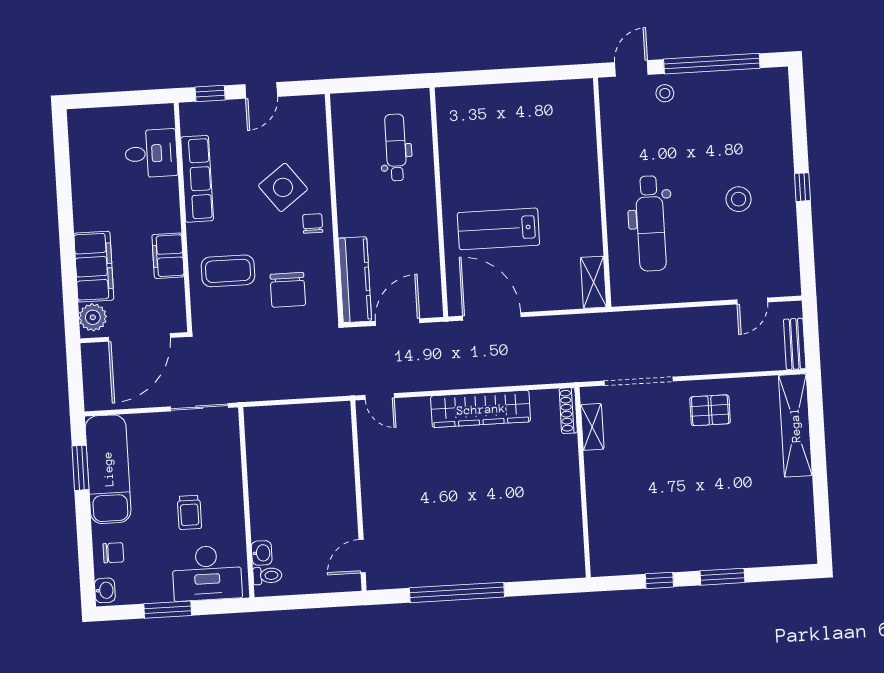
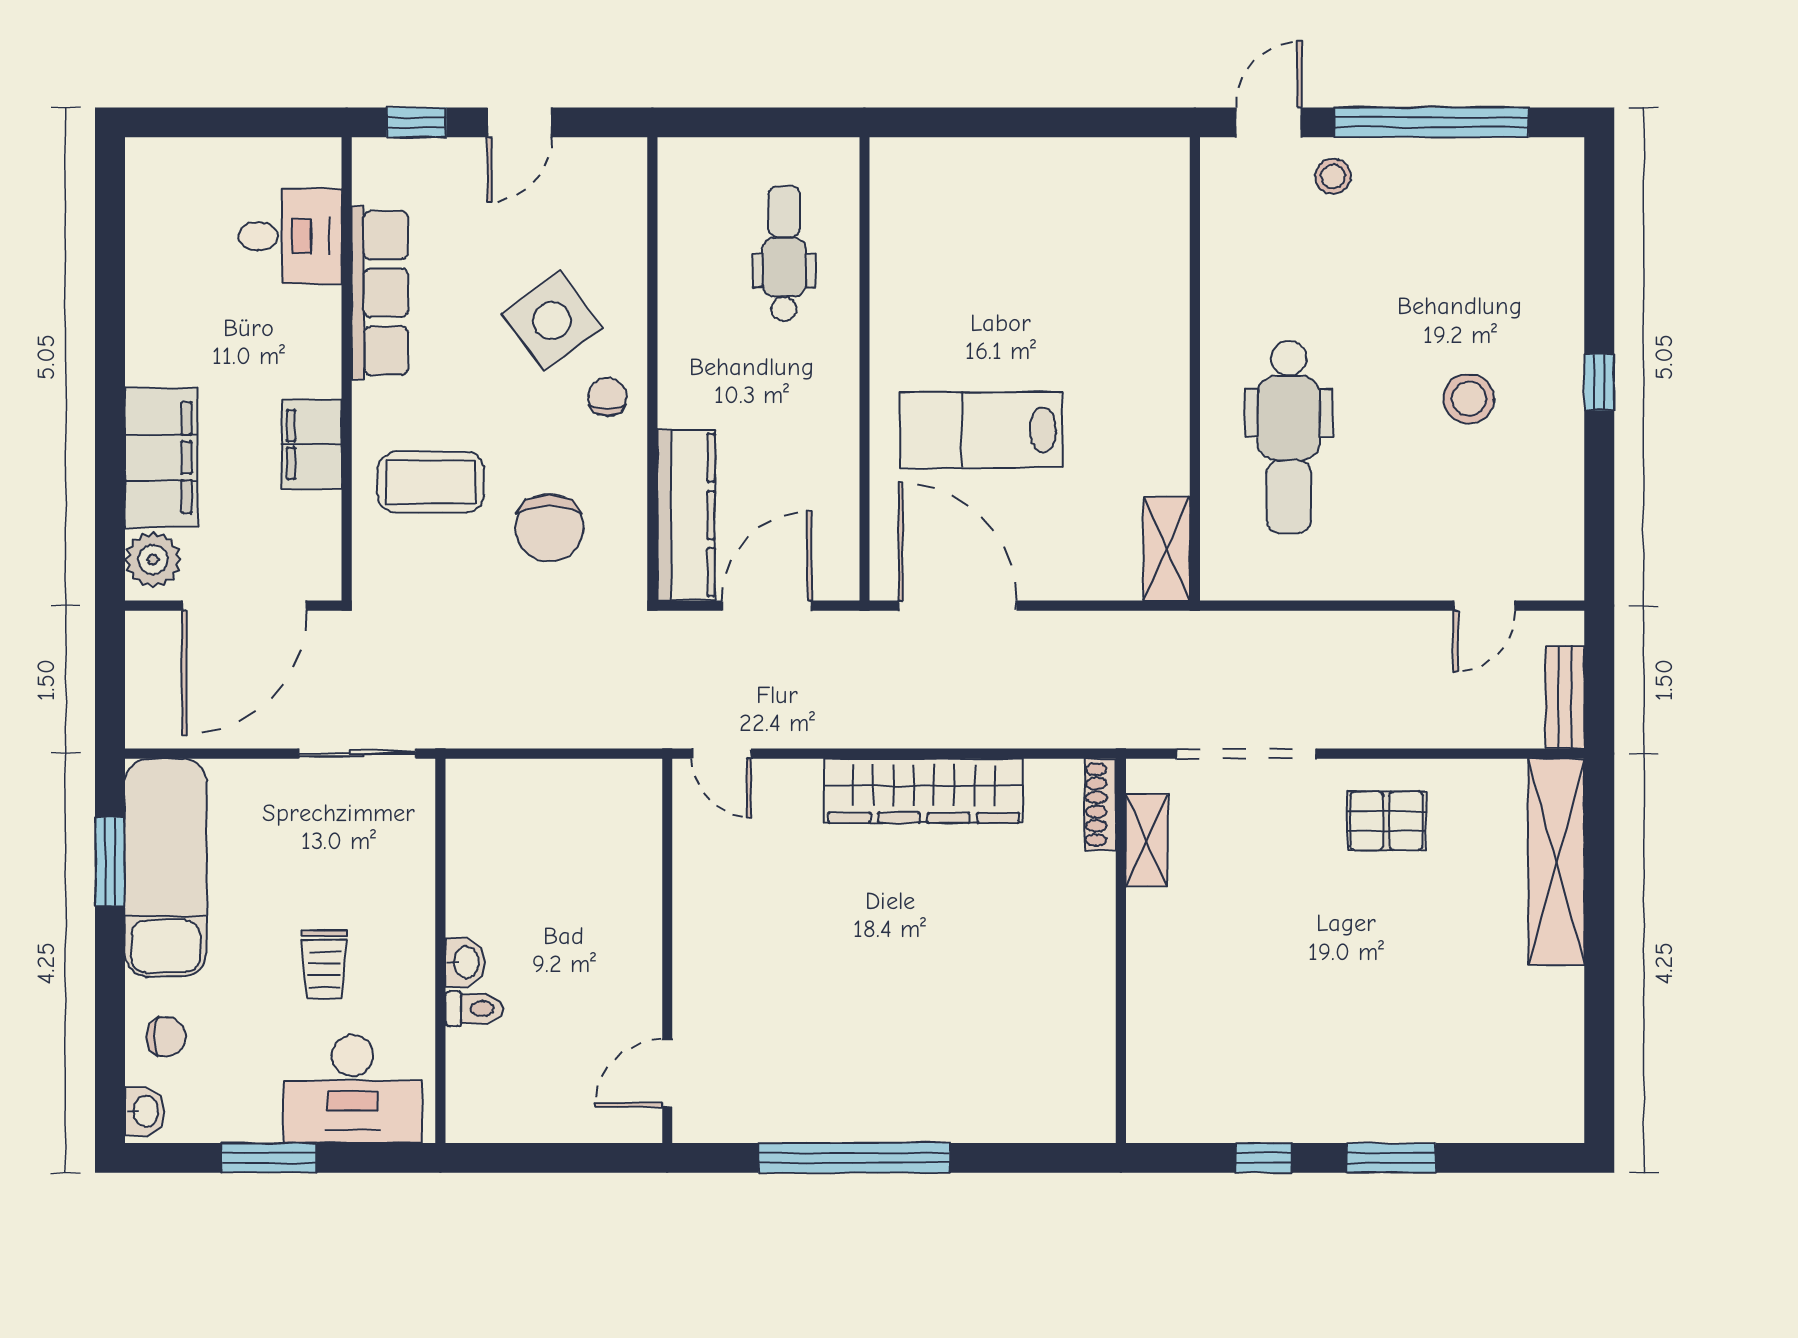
washbasin: (262, 553) -> (465, 962), moved
toilet: (267, 576) -> (474, 1009), moved

